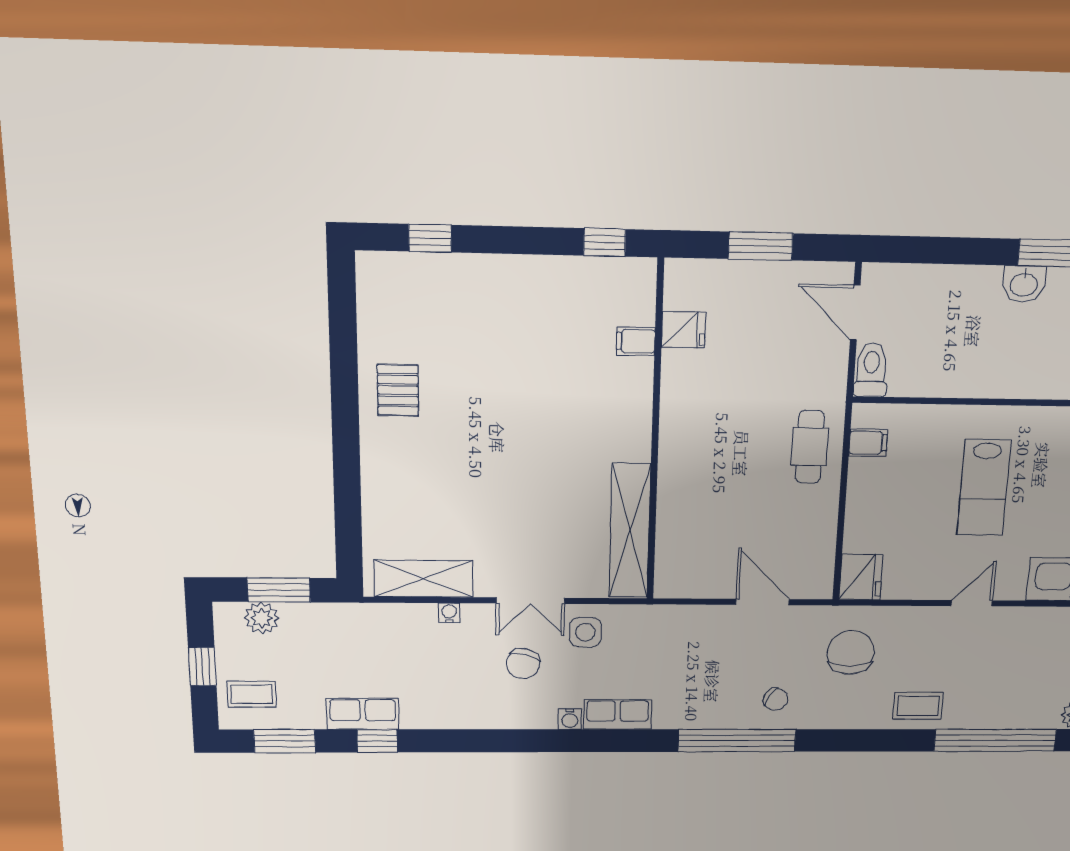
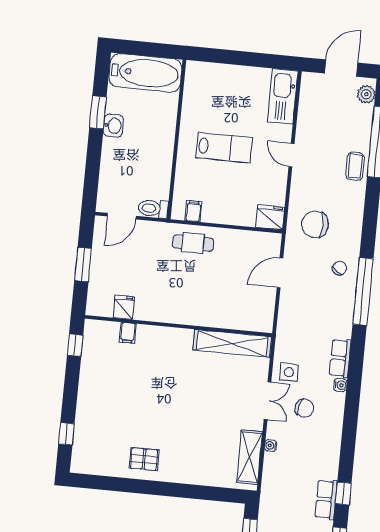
coffee table: (918, 706) -> (355, 166), moved

